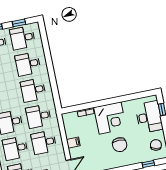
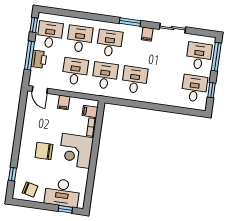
desk: (28, 64) -> (164, 84), removed
filing cabinet: (73, 118) -> (90, 111), added

